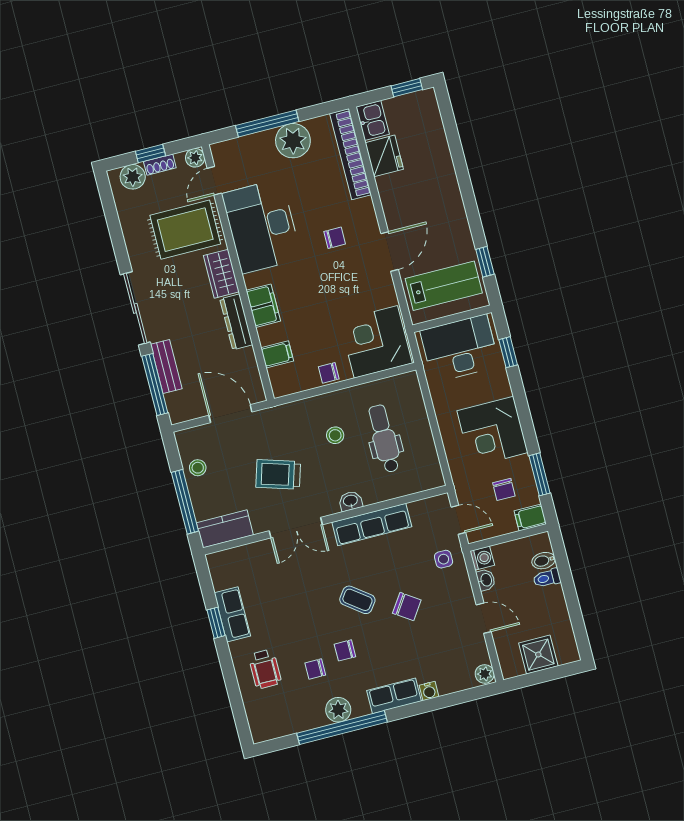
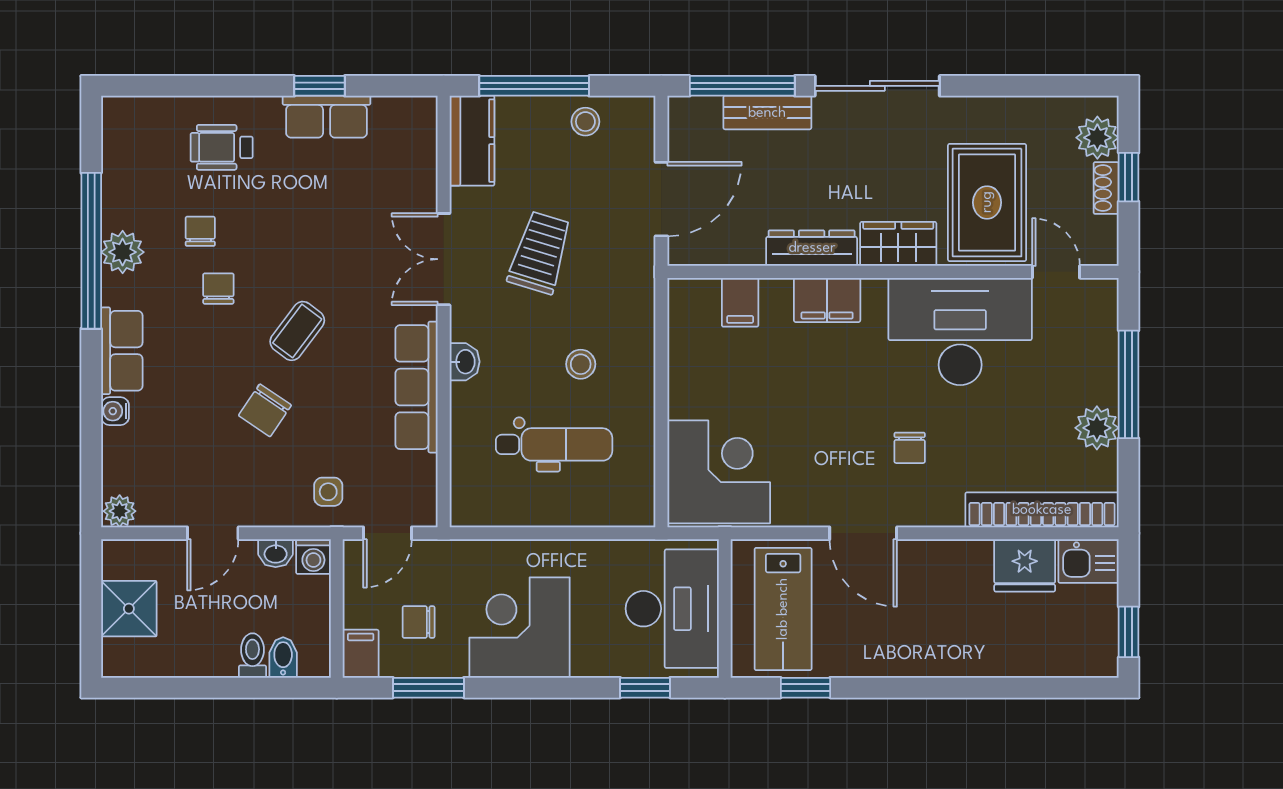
plant: (293, 141) -> (1097, 428), width x0.73, depth x0.73
plant: (195, 158) -> (1102, 250), removed
chair: (329, 373) -> (687, 380), removed

